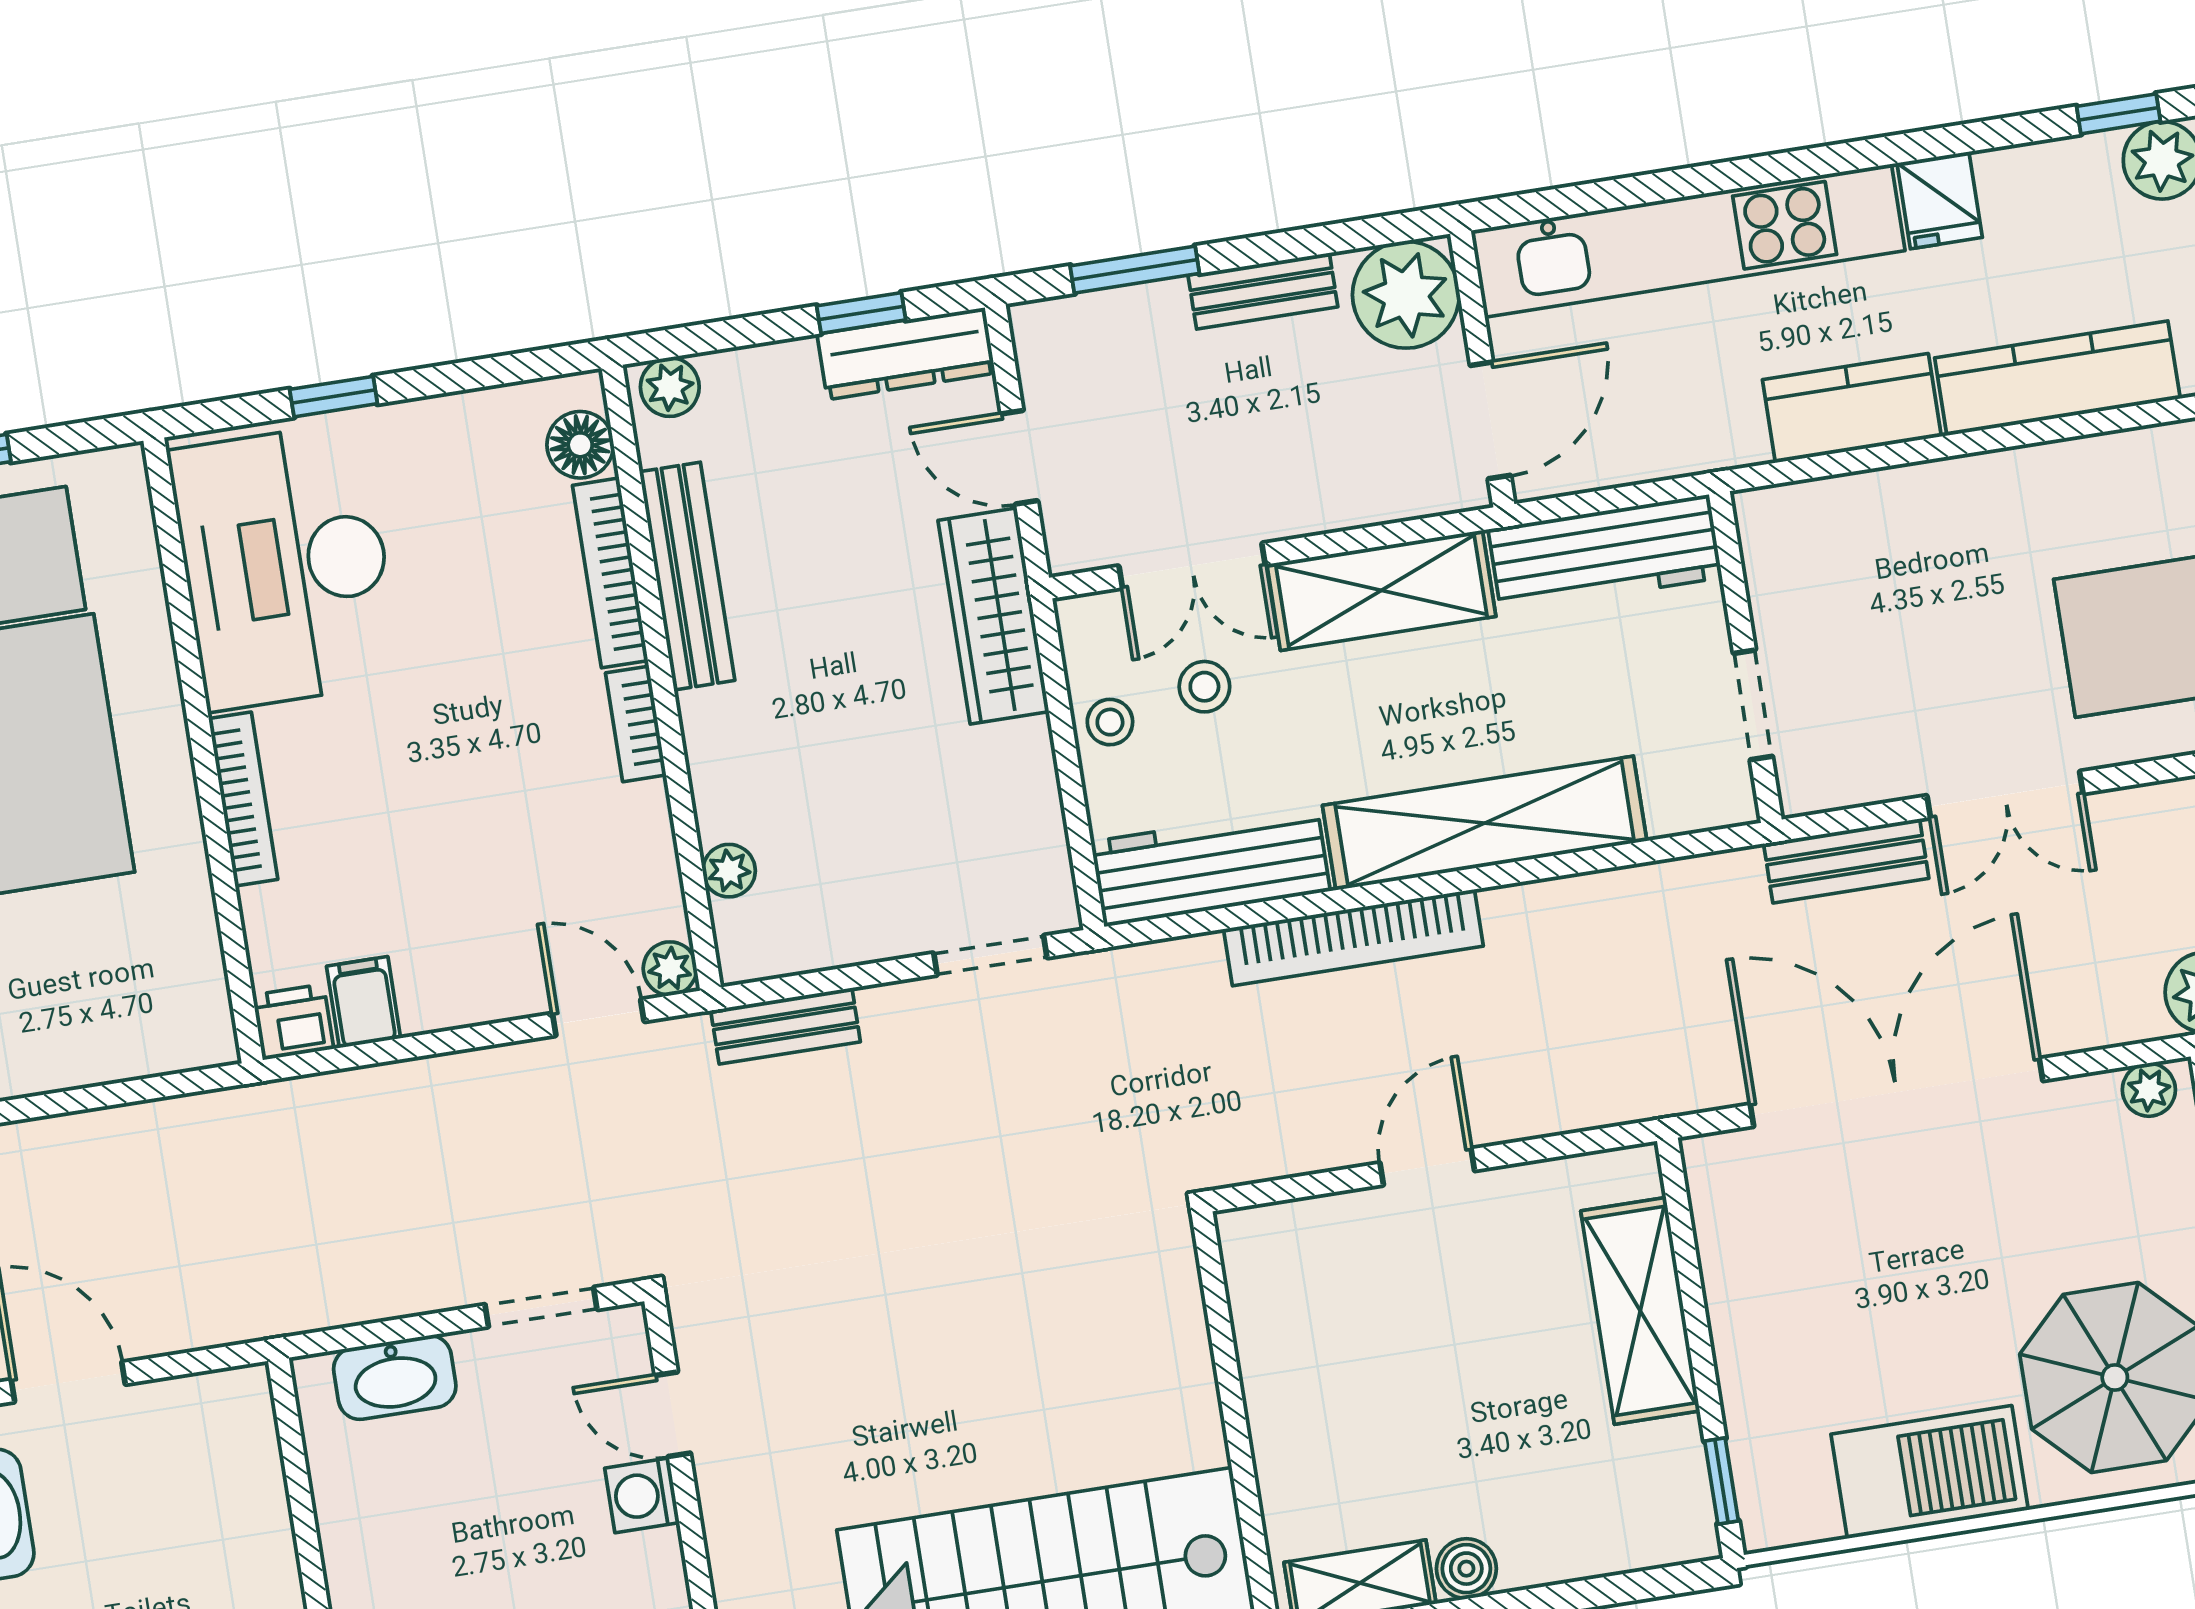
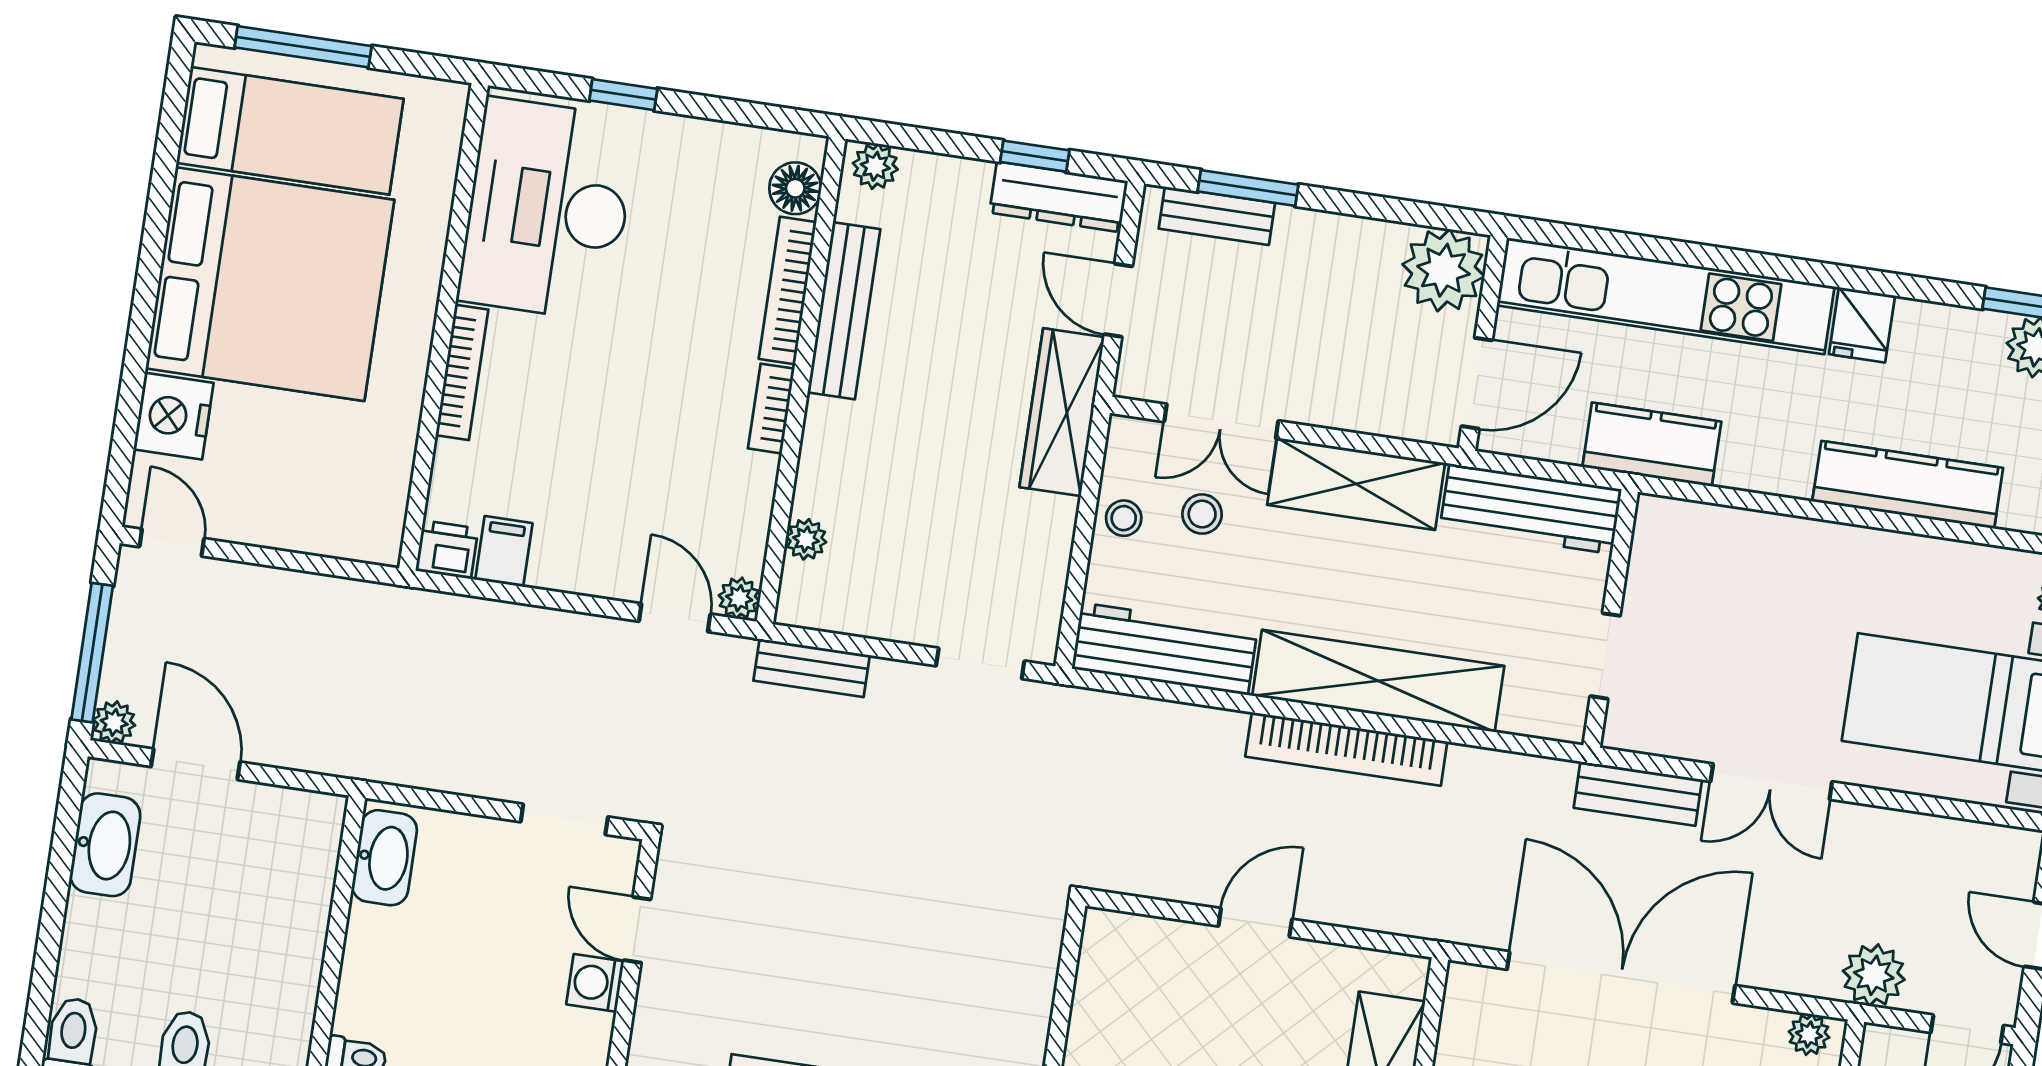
bench: (1263, 291) -> (1217, 216), moved
kitchen counter: (1852, 408) -> (1652, 444), moved
bookcase: (1353, 938) -> (1346, 749), moved
washbasin: (395, 1377) -> (385, 858), moved, turned -90

